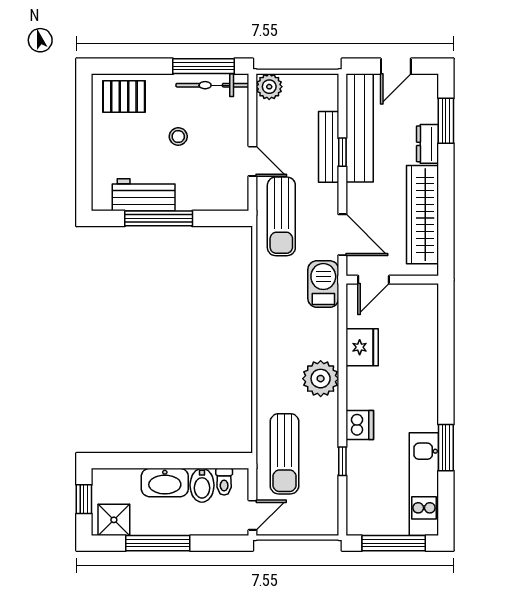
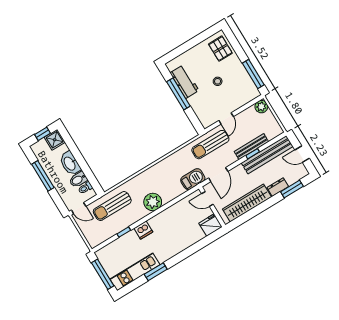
bicycle: (212, 85) -> (248, 83), removed
fridge: (362, 347) -> (210, 225), moved, turned 180
shower: (114, 520) -> (55, 140), moved

